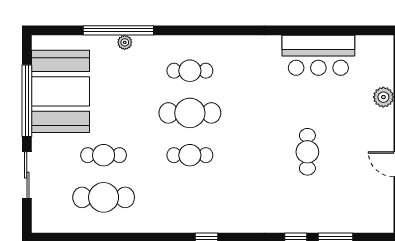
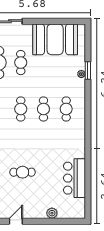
window: (118, 30) -> (88, 71), width x0.47
window: (27, 101) -> (50, 21), removed
cafe table: (190, 113) -> (43, 109), width x0.73, depth x0.74

